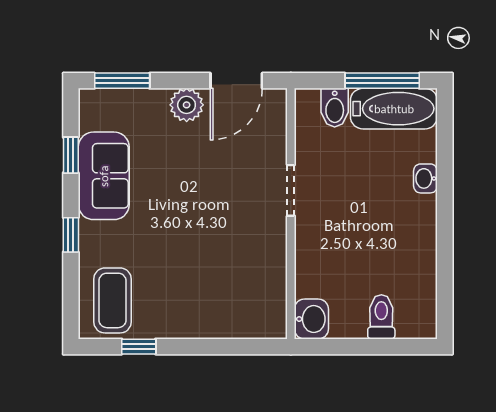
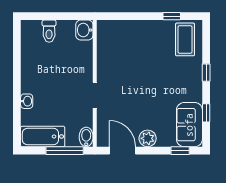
window: (122, 81) -> (180, 151), width x0.67
door: (236, 81) -> (122, 151), hinge flipped
window: (382, 81) -> (65, 151), moved
bidet: (335, 108) -> (86, 137), moved
sofa: (104, 176) -> (189, 125), moved

